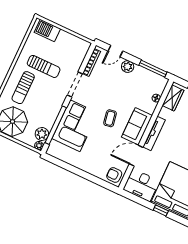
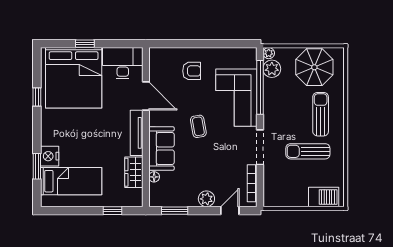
window: (153, 69) -> (175, 211), width x0.69
wardrobe: (173, 98) -> (134, 172), moved
sofa: (137, 126) -> (161, 148), moved
door: (136, 156) -> (146, 96), hinge flipped
armchair: (114, 175) -> (192, 71), moved

